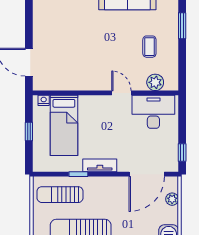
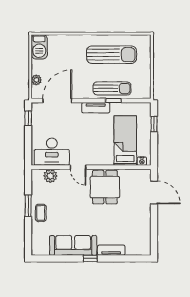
window: (182, 26) -> (28, 206), moved
coffee table: (149, 47) -> (41, 213), moved
dining table: (89, 69) -> (105, 187), added
window: (29, 131) -> (154, 124), moved
sun lounger: (60, 195) -> (112, 88), moved

